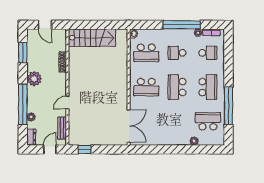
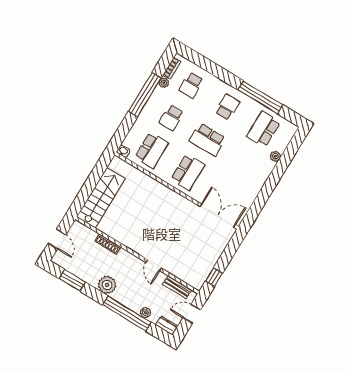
door: (45, 25) -> (57, 239), hinge flipped
school desk: (208, 53) -> (191, 85), turned 180
school desk: (208, 87) -> (227, 107), width x0.54
door: (50, 149) -> (192, 314), hinge flipped

